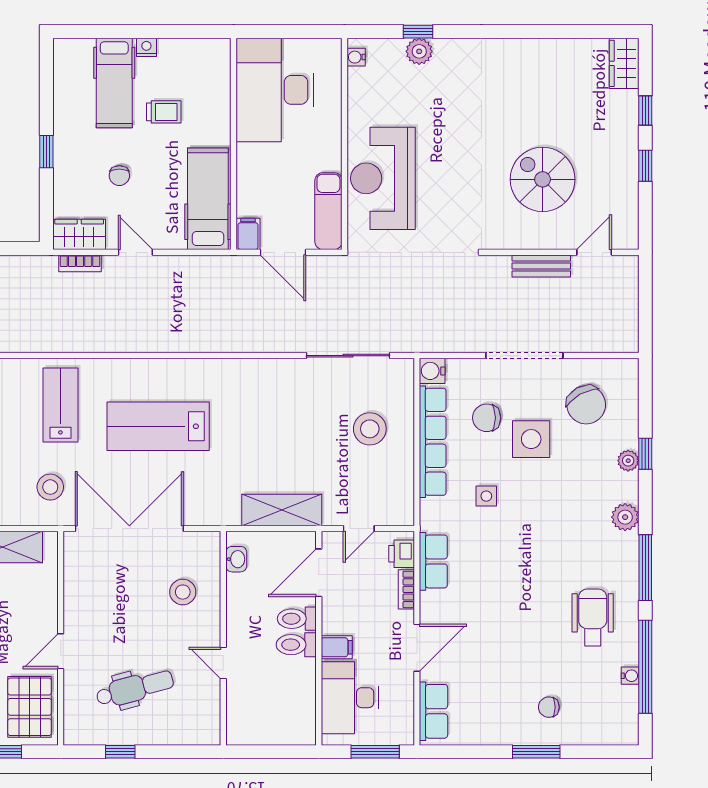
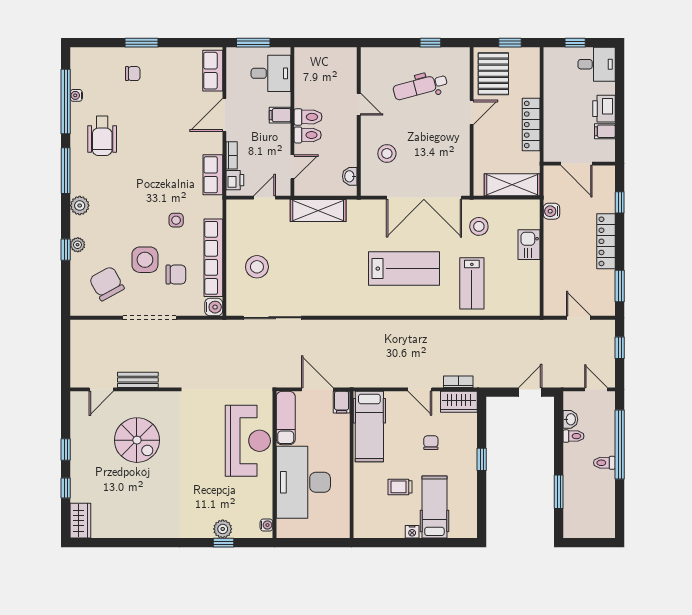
desk: (275, 90) -> (303, 482), moved, turned 180
door: (319, 573) -> (292, 167), width x0.73
desk: (350, 698) -> (271, 73), width x0.73

